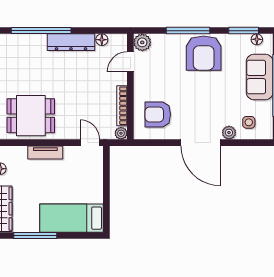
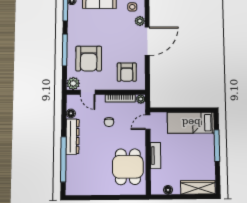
armchair: (204, 53) -> (89, 59), moved, turned 90
chair: (90, 91) -> (109, 122), added
bed: (72, 218) -> (191, 123), moved, turned 90
window: (35, 235) -> (217, 146), moved

